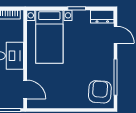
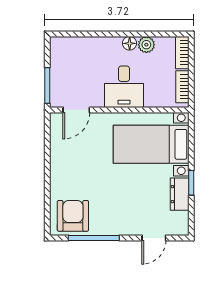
dresser: (102, 17) -> (180, 194), moved
armchair: (100, 92) -> (73, 216), turned -94

